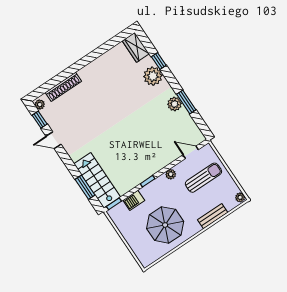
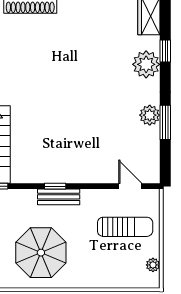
plant: (171, 174) -> (89, 196), removed
plant: (240, 197) -> (153, 265), moved
barbecue: (134, 200) -> (23, 198), removed
bench: (213, 216) -> (59, 197), moved

